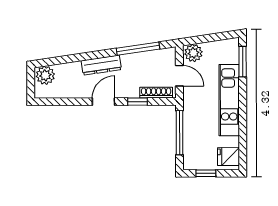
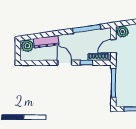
dresser: (101, 65) -> (46, 42), moved
door: (179, 76) -> (113, 46), swing flipped
door: (103, 102) -> (65, 63), hinge flipped

